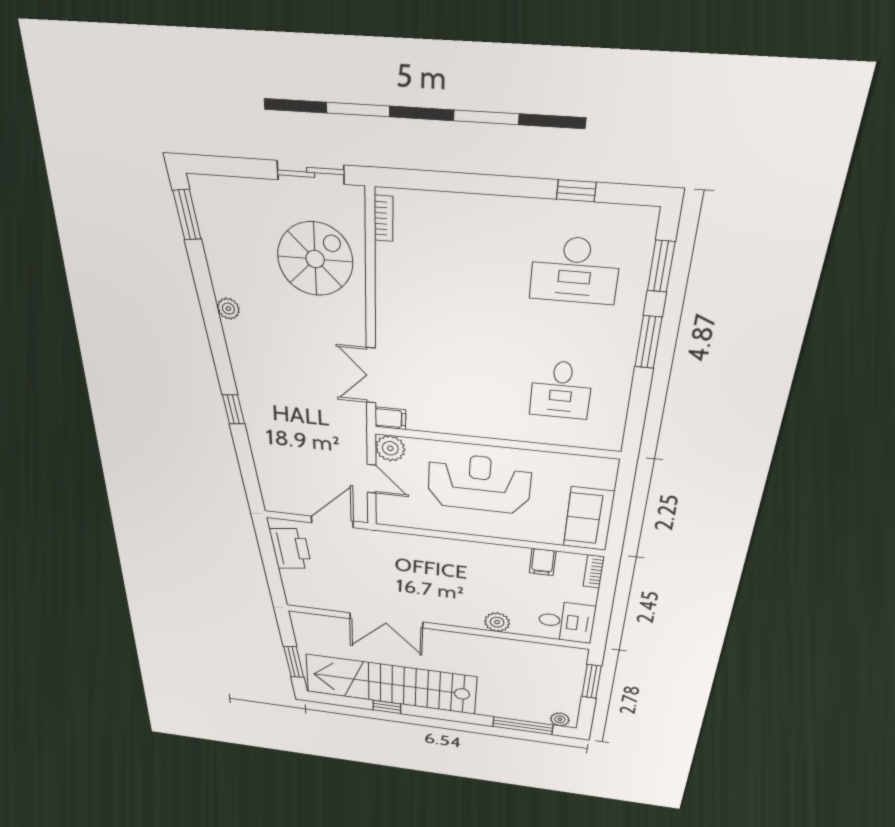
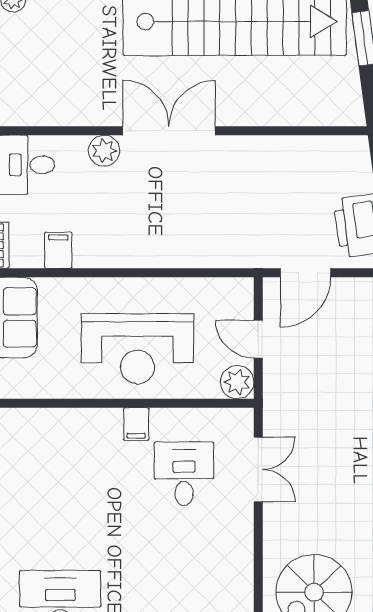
desk: (561, 390) -> (184, 474), moved
filing cabinet: (390, 418) -> (136, 424), moved, turned -90
double door: (386, 620) -> (169, 131), moved

